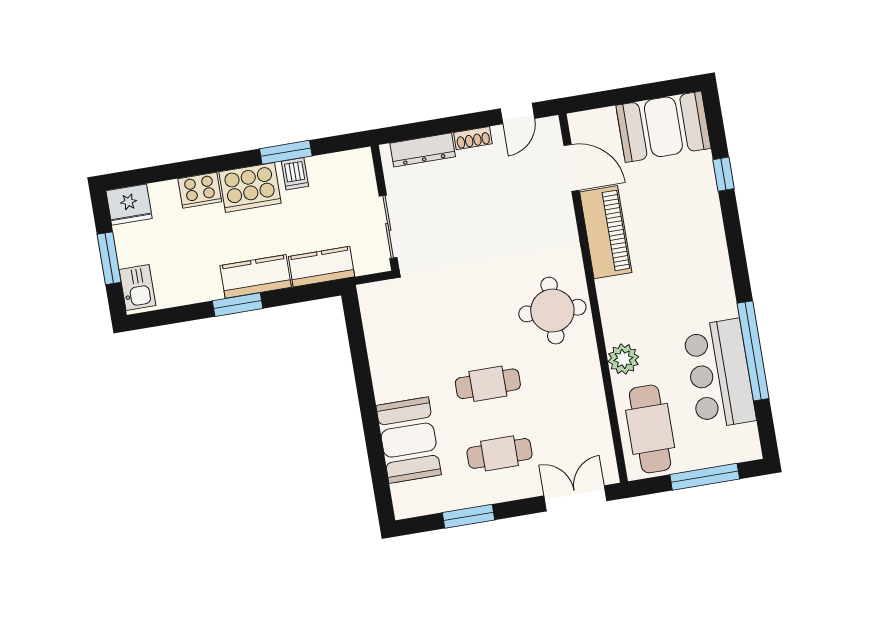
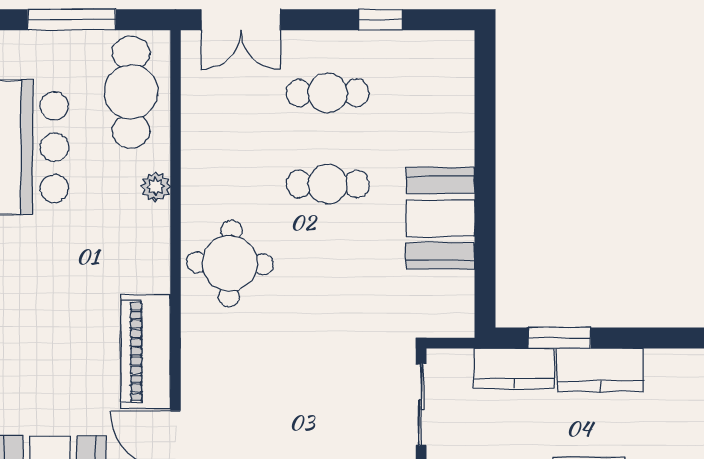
window: (238, 305) -> (559, 338), moved
plant: (623, 359) -> (156, 187), width x0.73, depth x0.73
booth: (409, 440) -> (440, 218), moved
window: (468, 516) -> (381, 20), width x0.67

